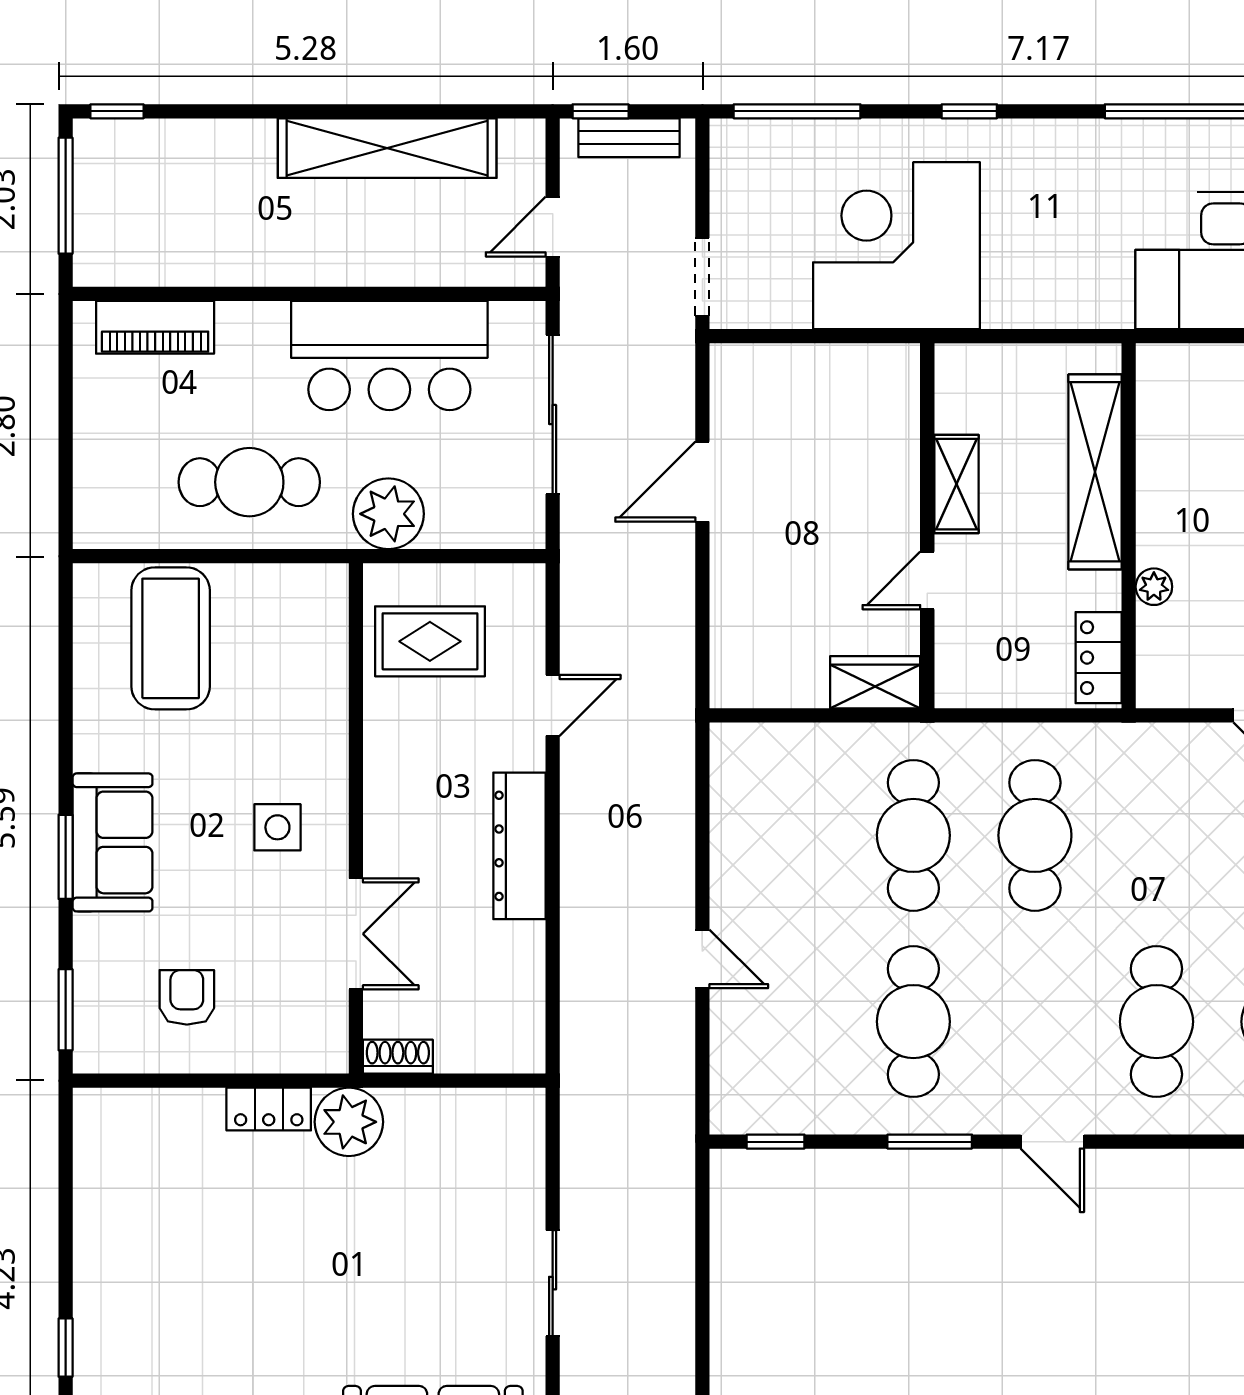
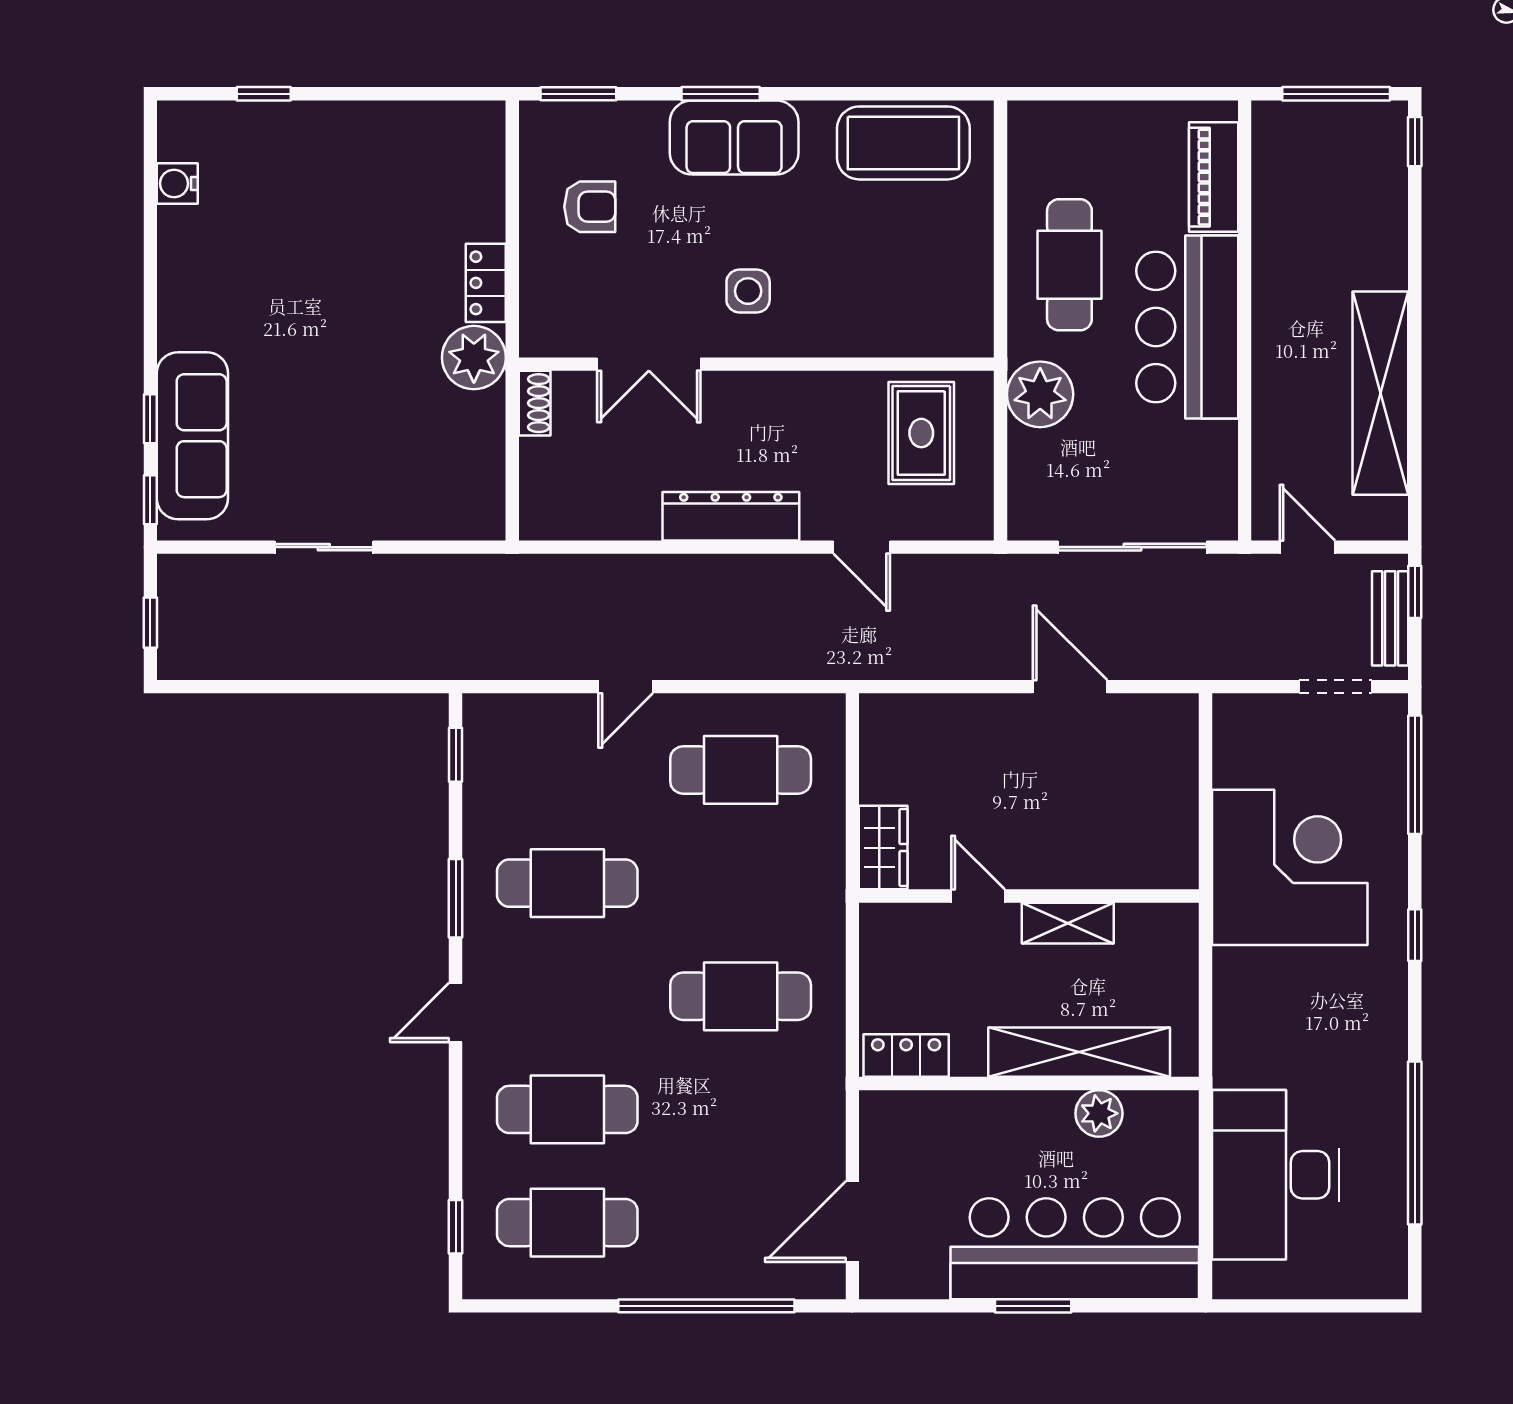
doorway: (702, 277) -> (1335, 687), moved
bar counter: (389, 356) -> (1187, 327), moved
plant: (1154, 587) -> (1099, 1113), moved, width x1.38, depth x1.38
coffee table: (171, 638) -> (903, 143), moved
cafe table: (913, 835) -> (741, 770), moved

